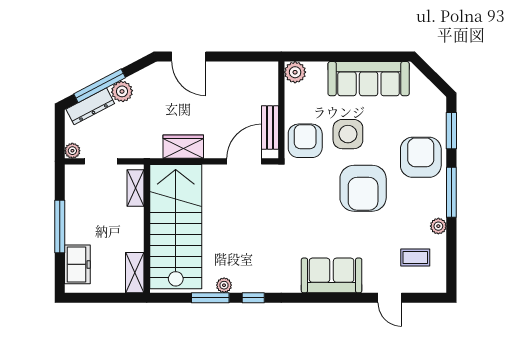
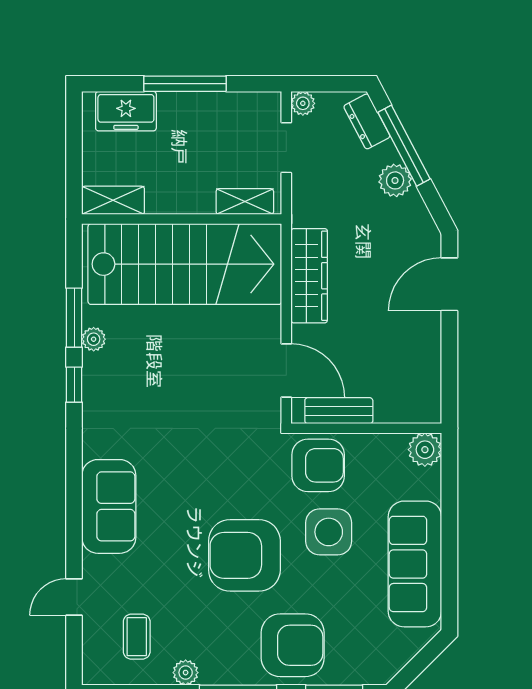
dresser: (90, 106) -> (367, 121), width x0.70
wardrobe: (183, 147) -> (309, 276), width x1.50

